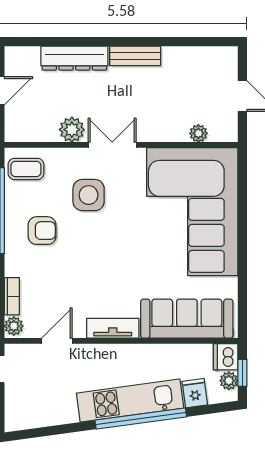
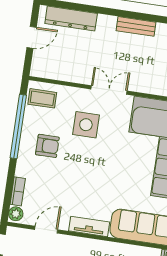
dresser: (74, 58) -> (71, 18), moved
plant: (72, 130) -> (81, 74), removed

